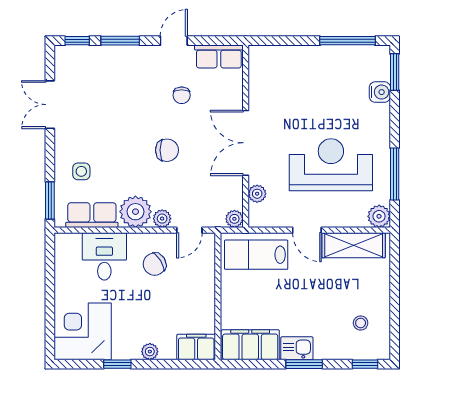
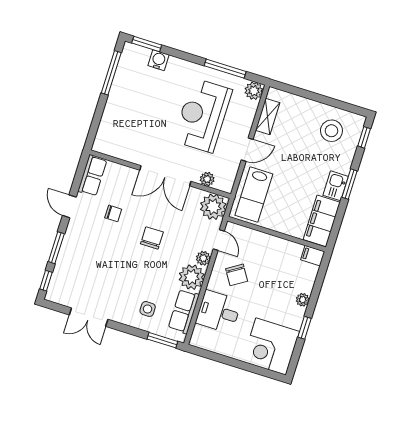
plant: (234, 219) -> (213, 207), width x1.87, depth x1.87
shelving: (354, 245) -> (268, 117), width x0.67, depth x0.75
stool: (361, 323) -> (331, 131), width x1.89, depth x1.89
filing cabinet: (196, 347) -> (313, 256), width x0.50

